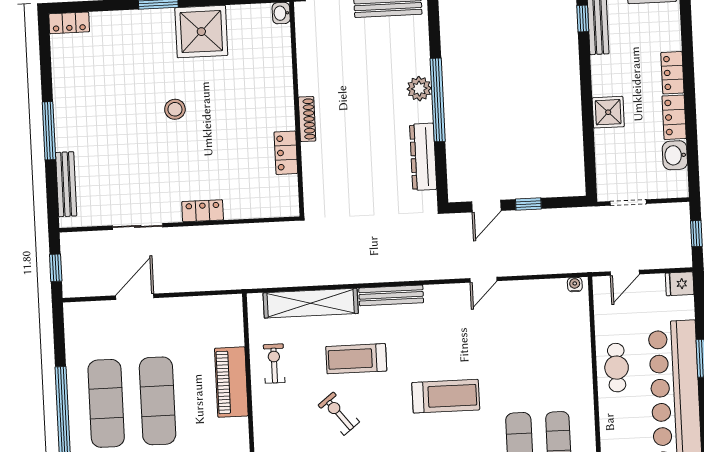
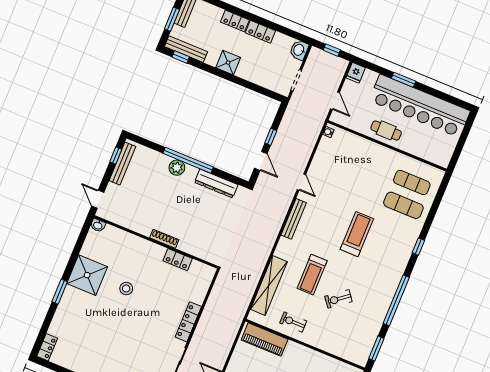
stool: (175, 109) -> (126, 289), moved
shower: (608, 112) -> (228, 63), moved
washbasin: (675, 155) -> (299, 50), moved, turned 90
locker: (203, 211) -> (188, 322), width x1.53
bench: (391, 295) -> (294, 219), moved
piano: (231, 382) -> (265, 340), moved

